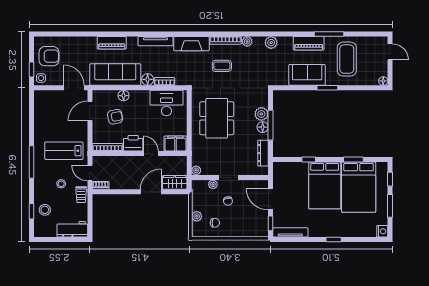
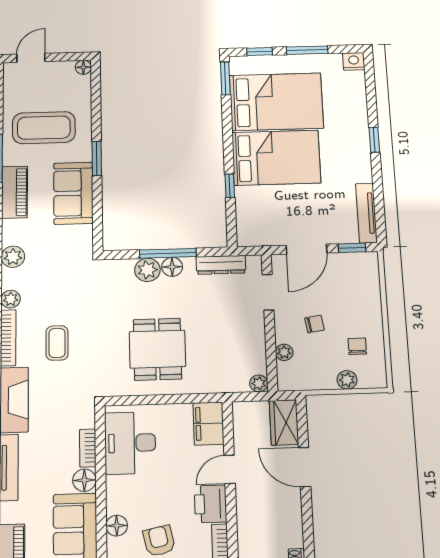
dining table: (217, 118) -> (157, 349), width x0.73
window: (353, 159) -> (225, 78), moved
doorway: (229, 177) -> (268, 292), moved

